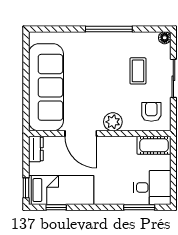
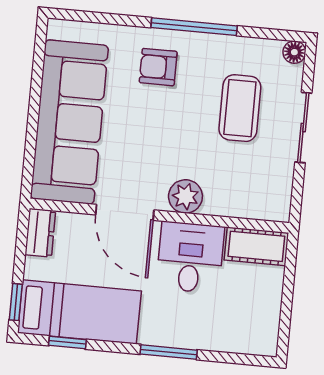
coffee table: (138, 71) -> (240, 108), width x1.36, depth x1.30
armchair: (151, 112) -> (158, 67), moved, turned -90
desk: (152, 187) -> (190, 257), moved, turned -90
window: (139, 207) -> (169, 352), moved

